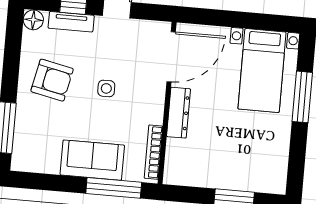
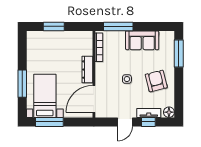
window: (258, 21) -> (49, 122), added
armchair: (52, 80) -> (156, 81), turned 64
sofa: (92, 160) -> (142, 40), moved

